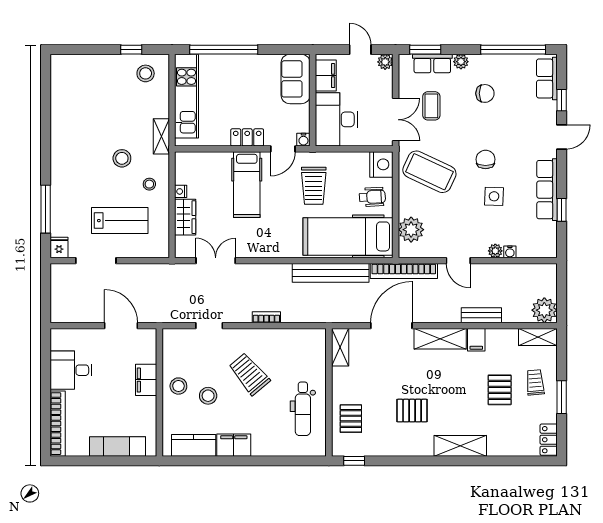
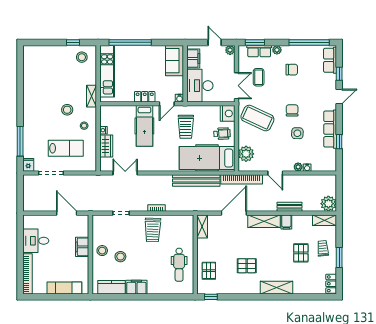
trolley: (249, 374) -> (153, 230), moved, turned -138

